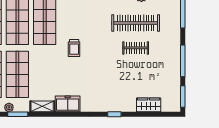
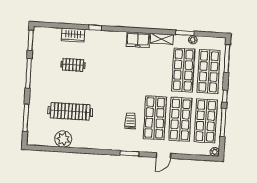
trolley: (74, 48) -> (130, 121), moved
clothes rail: (136, 48) -> (73, 65), moved
wardrobe: (149, 105) -> (73, 35), moved

